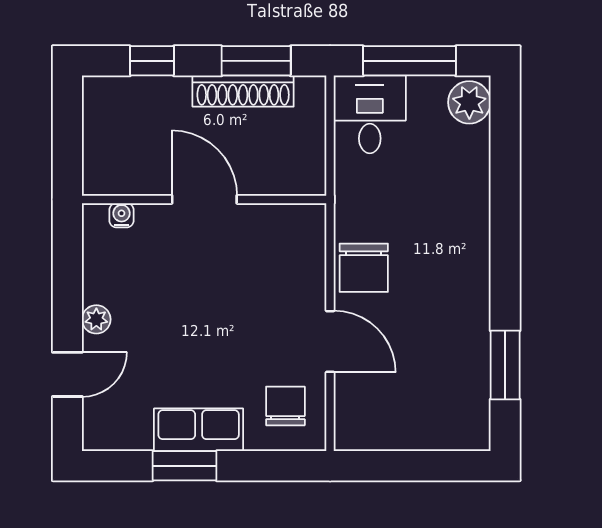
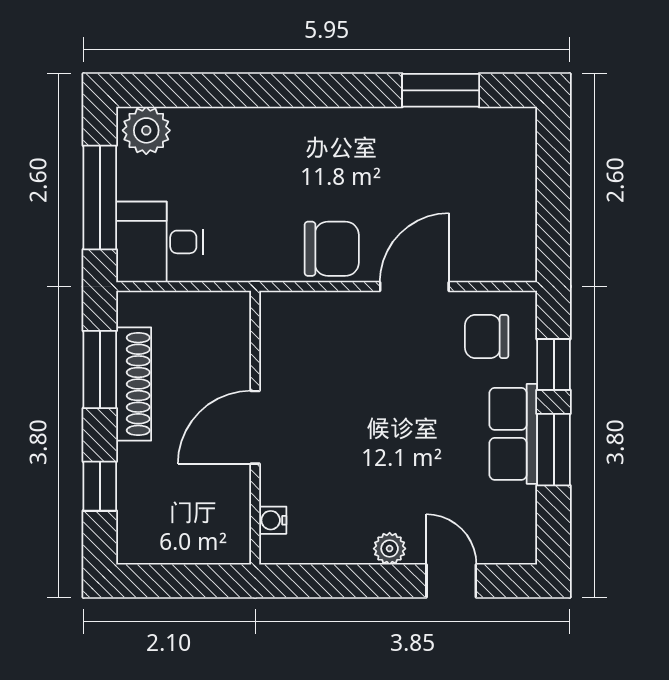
window: (260, 466) -> (554, 365), added

